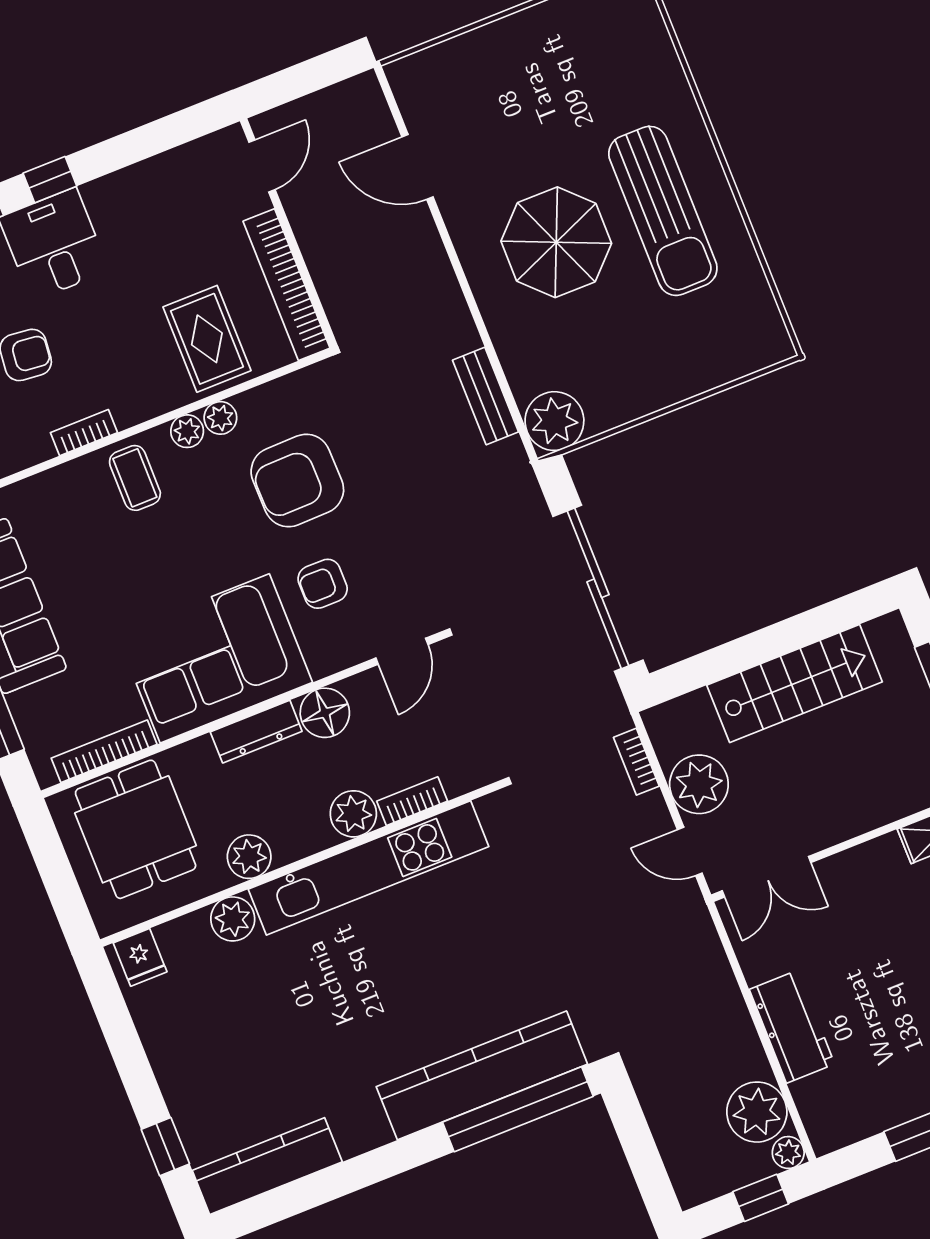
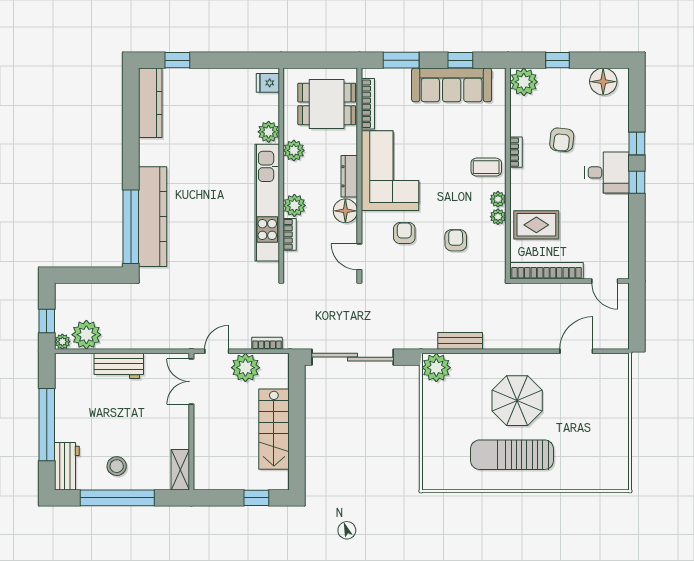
armchair: (297, 481) -> (456, 240), width x0.53, depth x0.53

